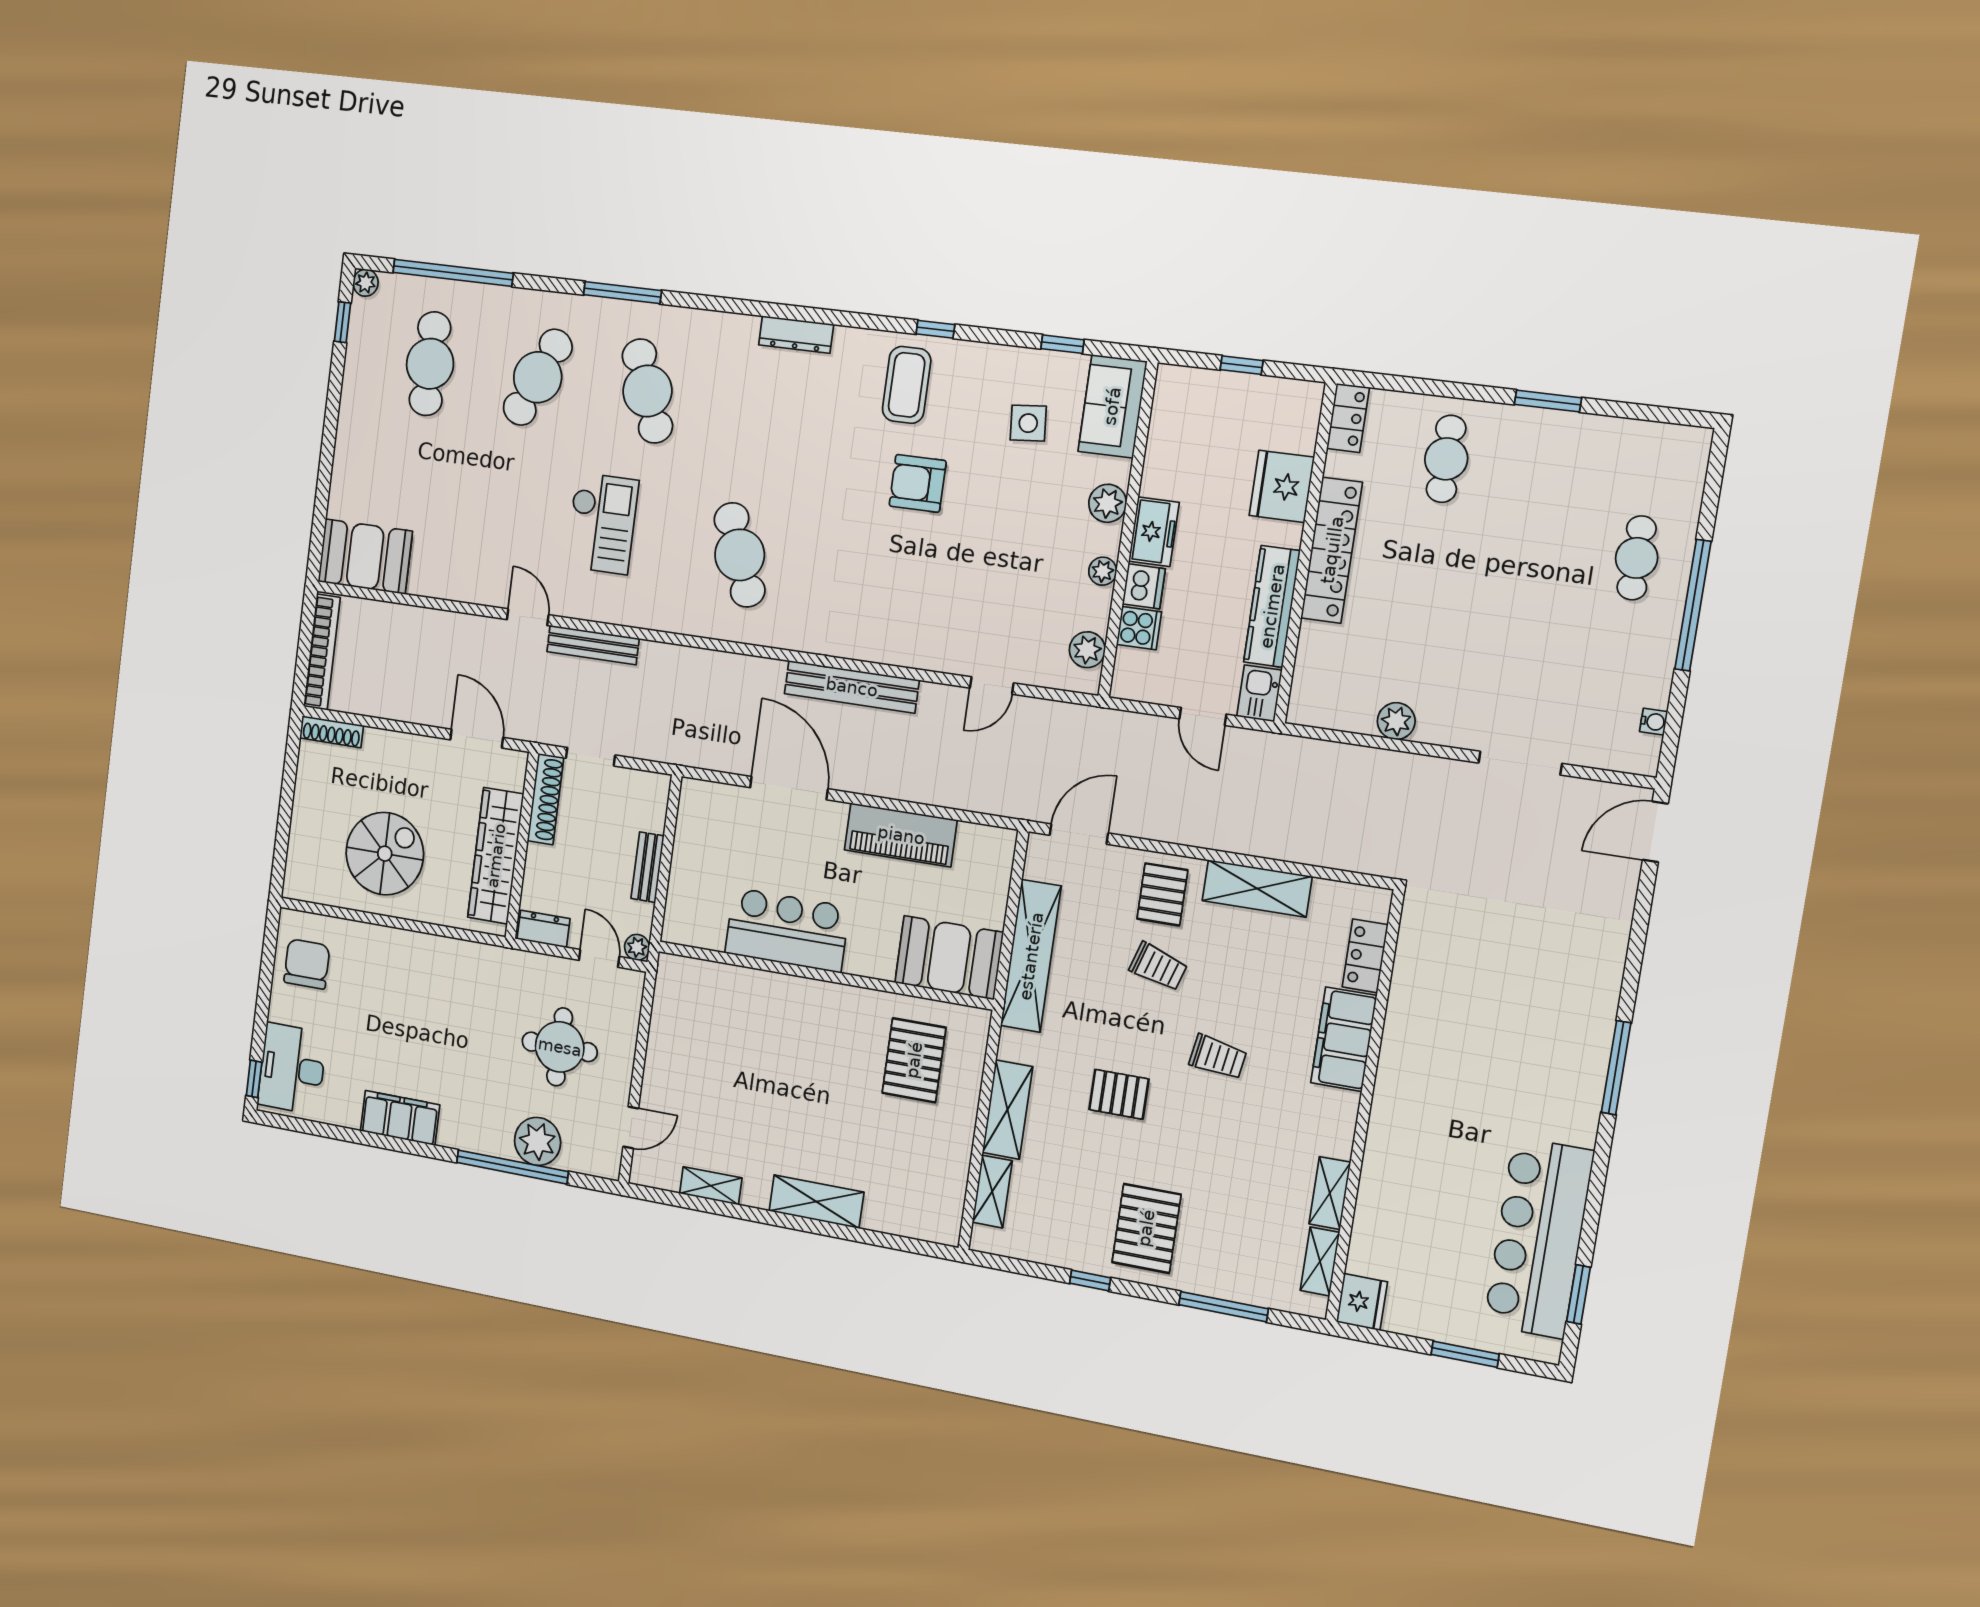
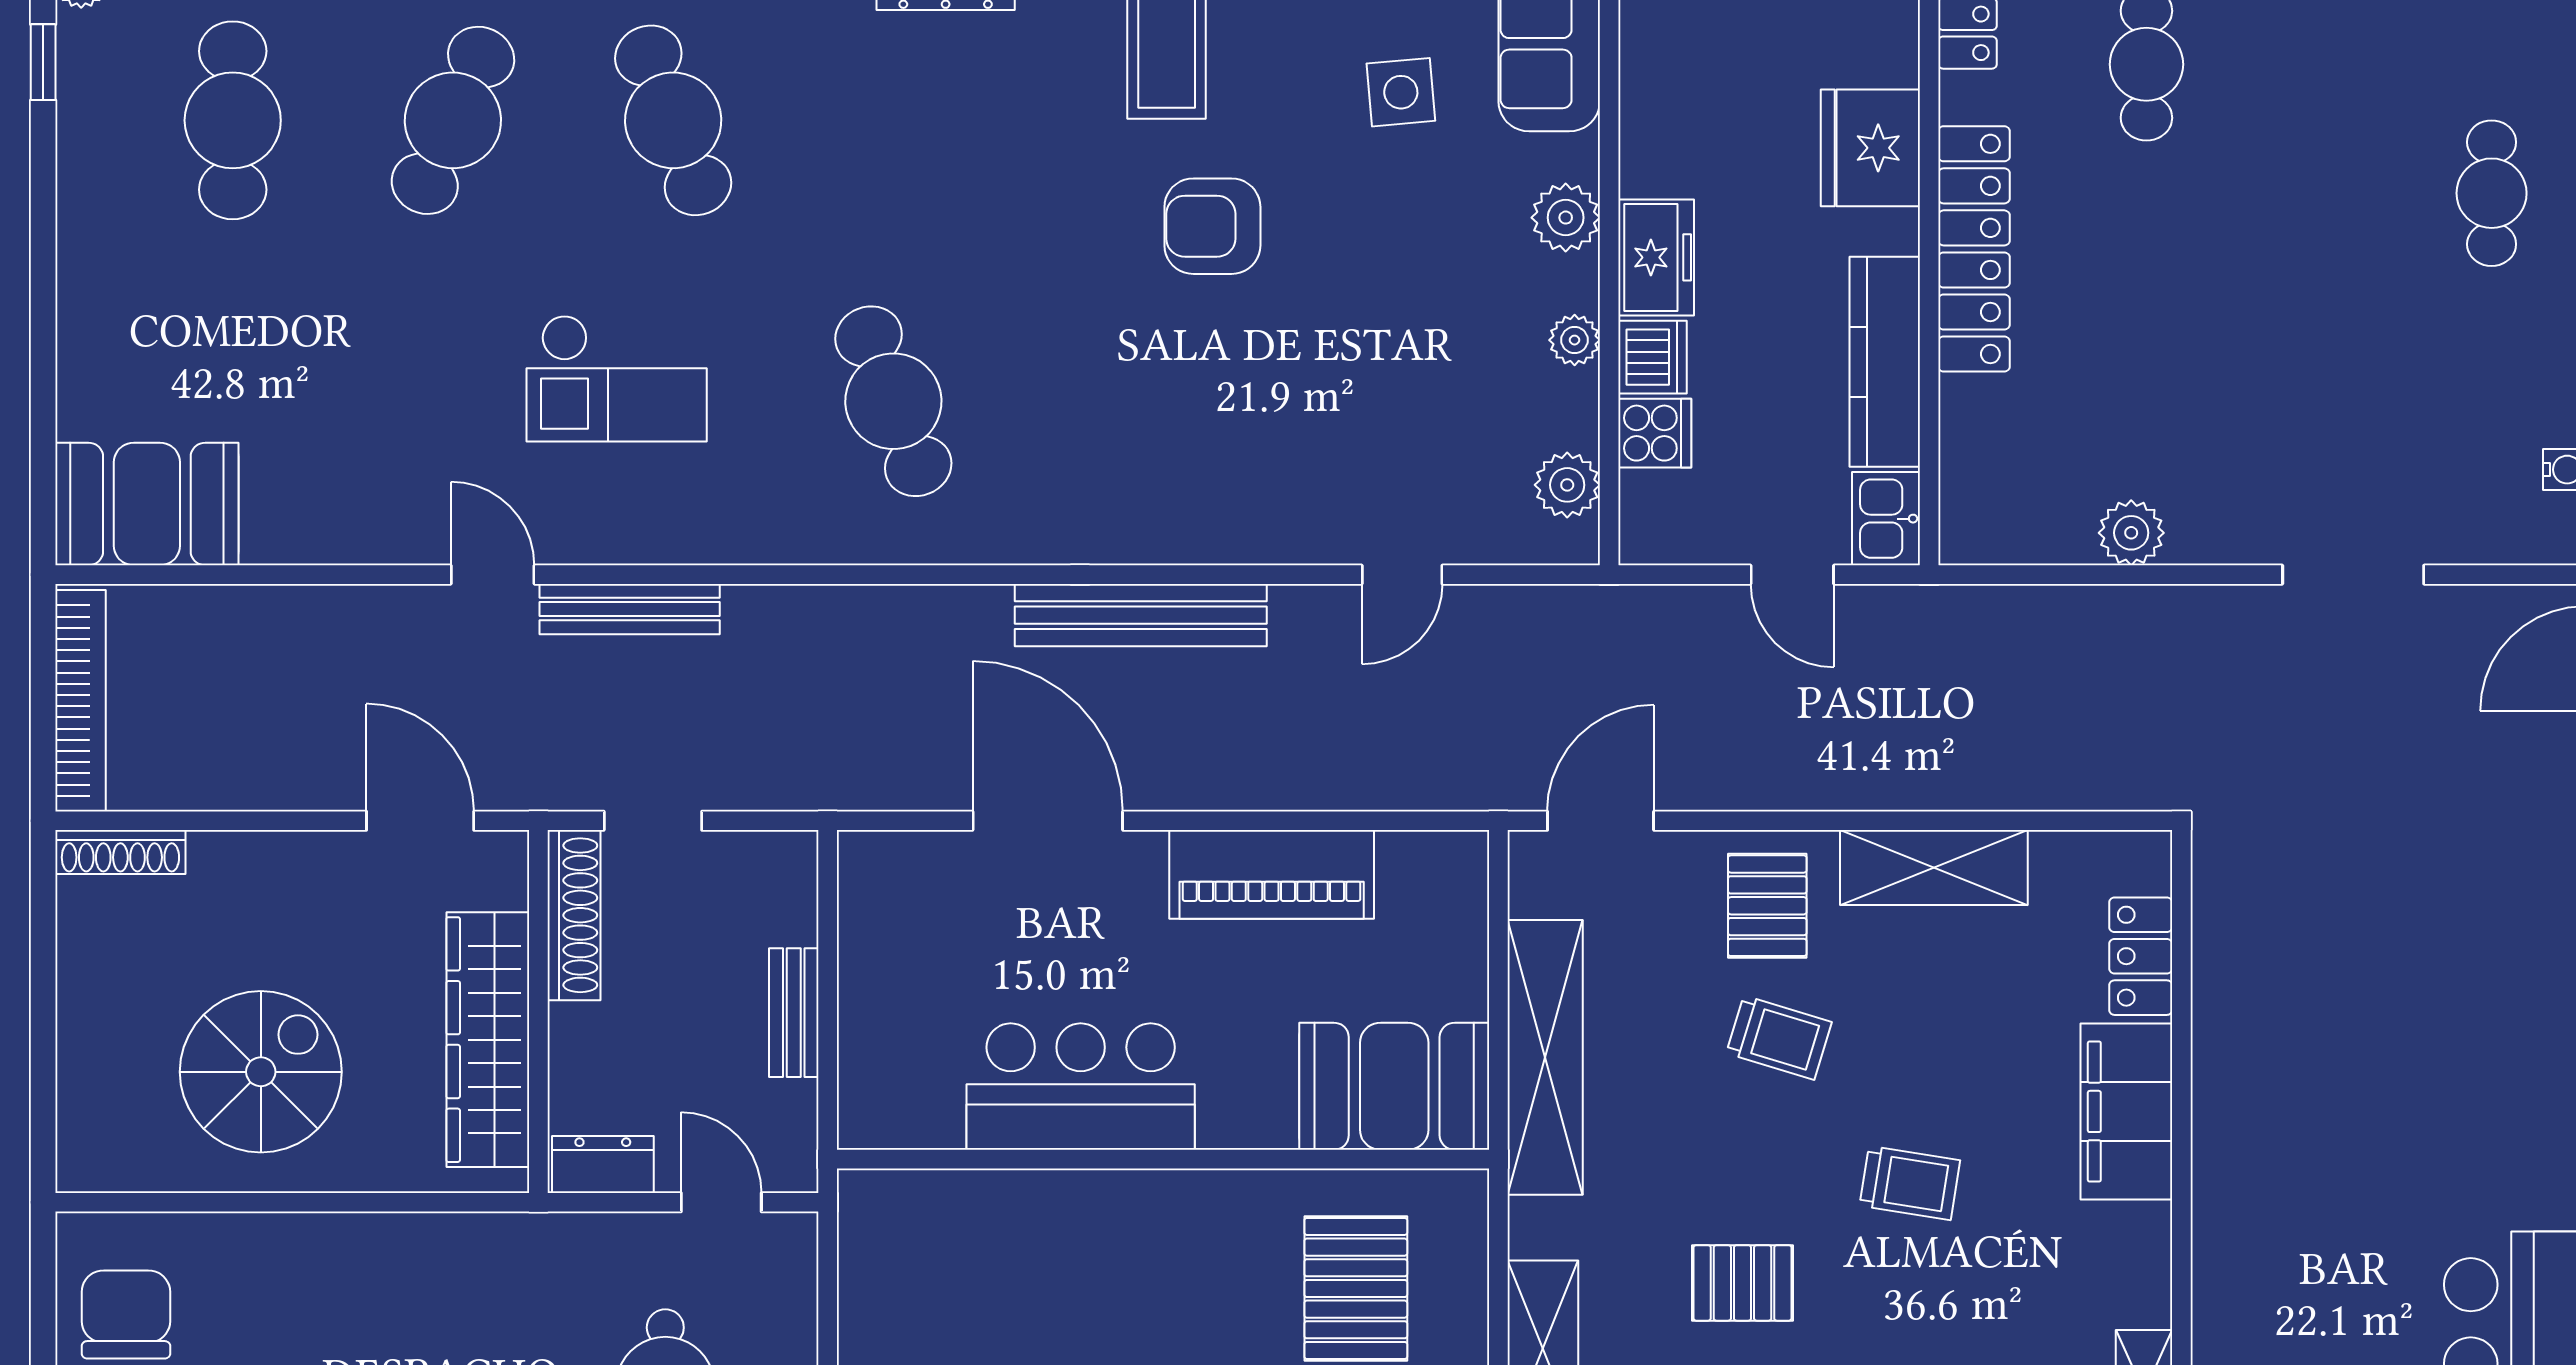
checkout: (602, 524) -> (617, 378), turned 90
plant: (637, 947) -> (794, 1168), removed

